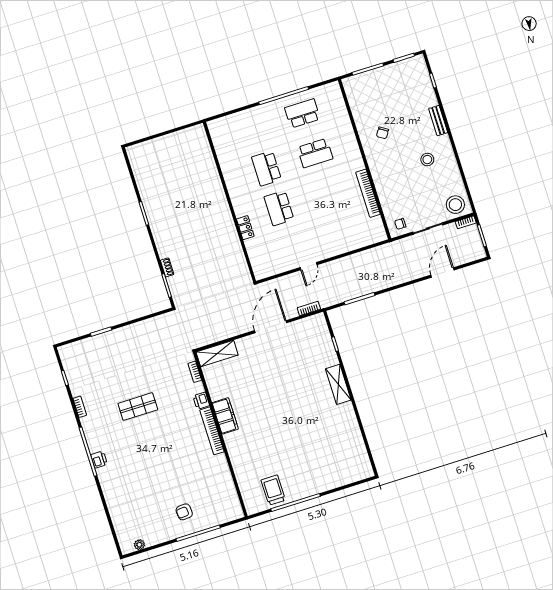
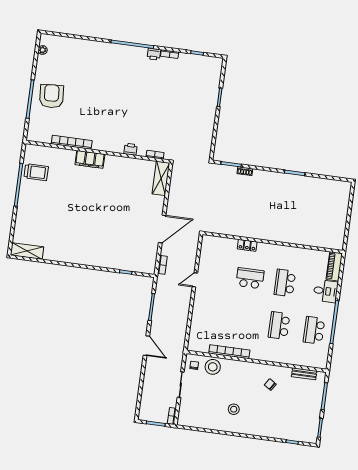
school desk: (302, 113) -> (314, 330), turned 180
desk: (255, 121) -> (326, 291), added
bench: (438, 121) -> (304, 374), moved
piano: (224, 124) -> (334, 266), added
school desk: (267, 168) -> (285, 283), turned -90
stool: (455, 205) -> (213, 367), moved
door: (309, 266) -> (195, 280), hinge flipped
door: (443, 273) -> (146, 346), moved
door: (271, 327) -> (162, 229), hinge flipped
shelving: (338, 384) -> (27, 251), moved
shop shelf: (138, 407) -> (149, 99), removed
filing cabinet: (225, 416) -> (90, 159), moved
bookcase: (212, 431) -> (72, 142), moved
printer: (99, 460) -> (154, 54), moved
armchair: (184, 512) -> (52, 96), width x1.88, depth x1.88

